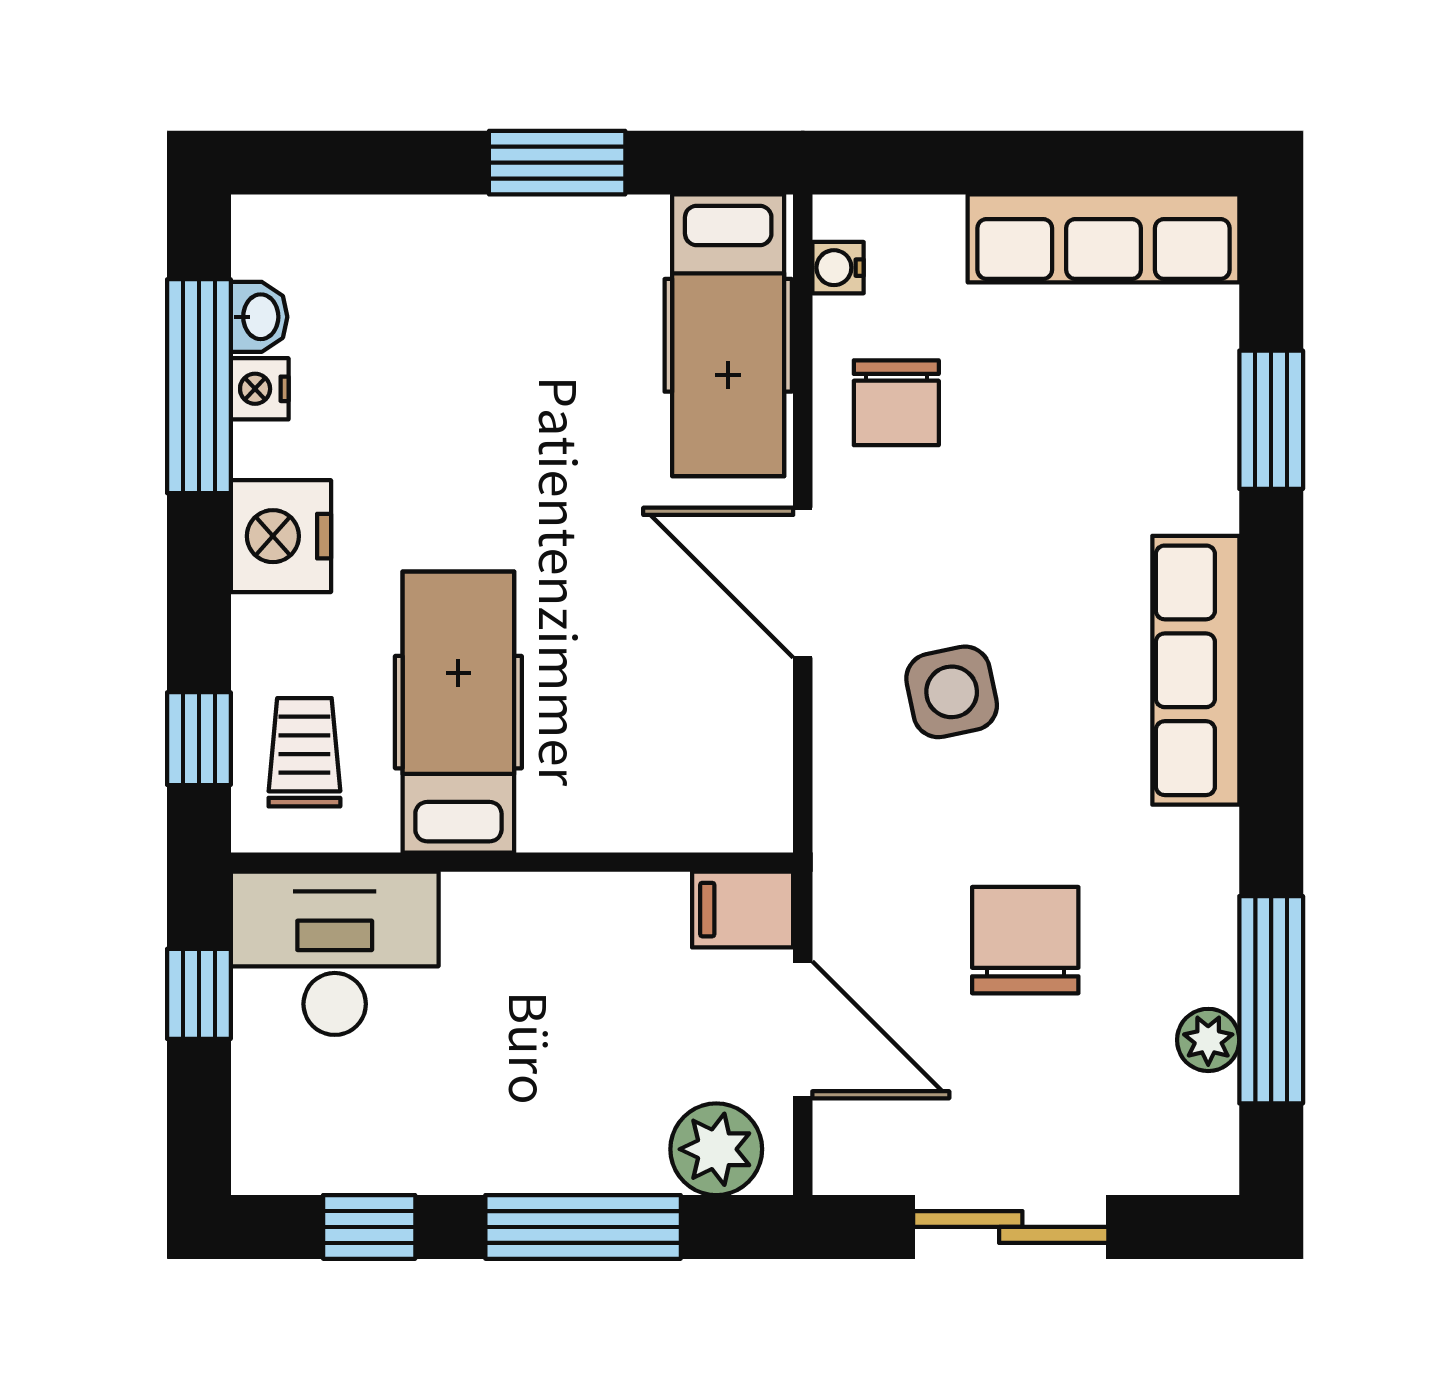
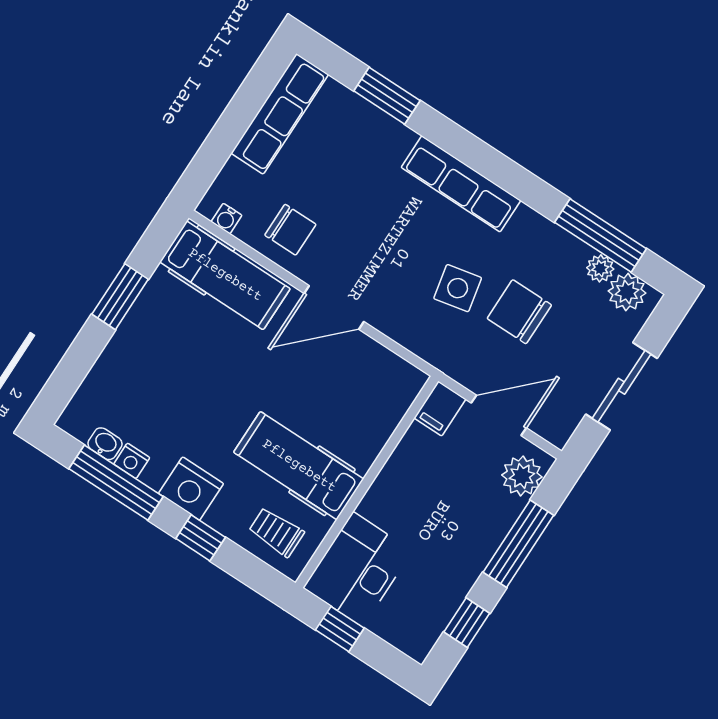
side table: (952, 692) -> (458, 288), moved
window: (199, 739) -> (201, 538), moved
plant: (1197, 1120) -> (627, 292), added

